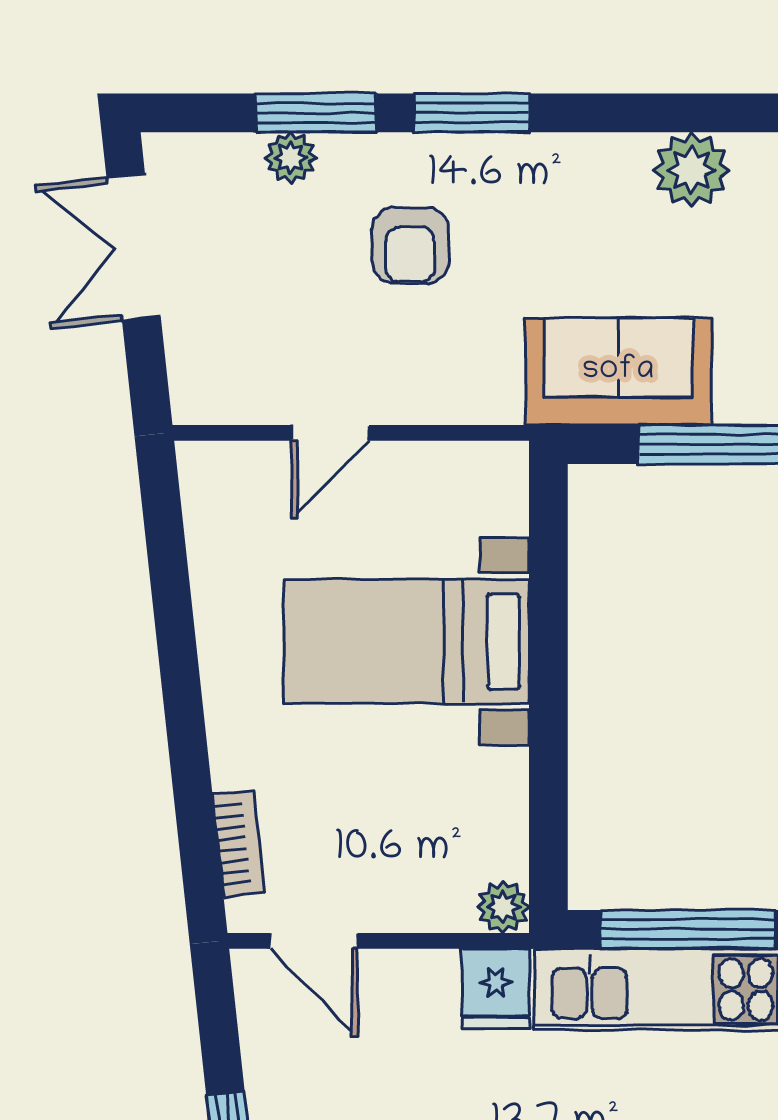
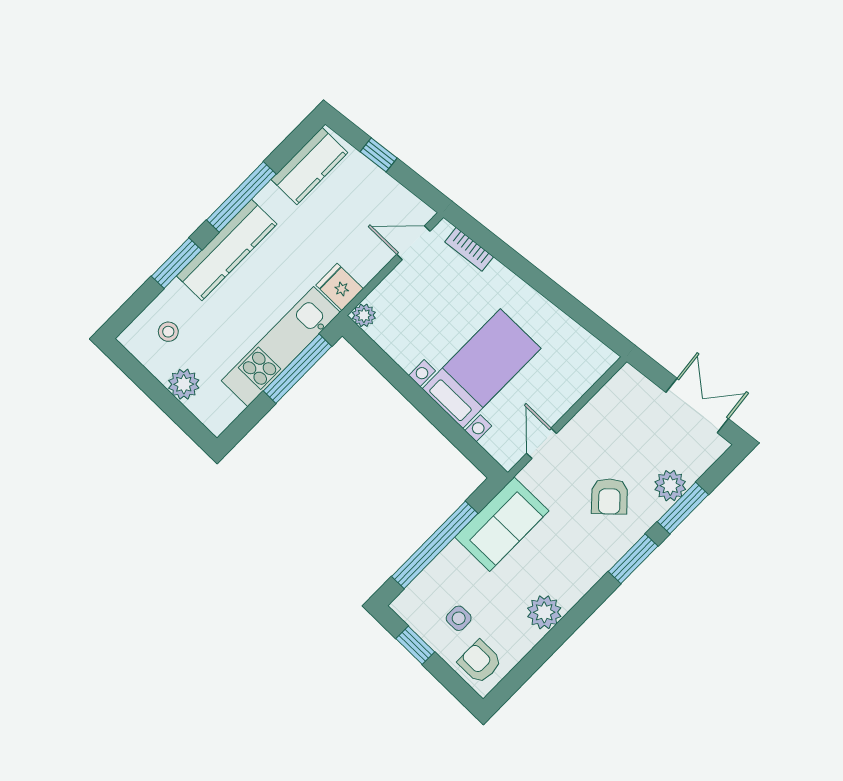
plant: (291, 157) -> (670, 486), width x1.38, depth x1.38
armchair: (410, 245) -> (609, 496), turned -133
door: (330, 433) -> (542, 443), moved

